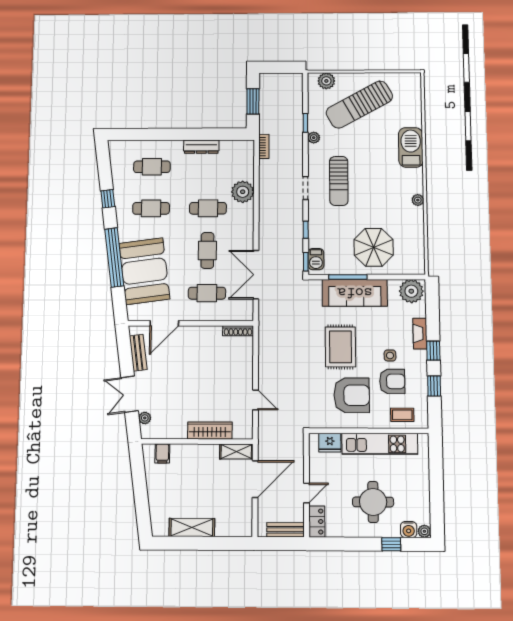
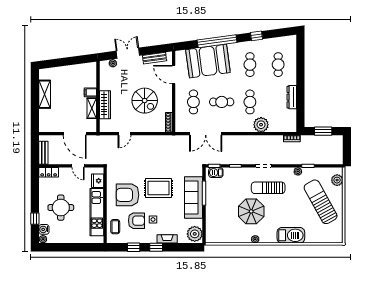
parasol: (374, 247) -> (251, 211), moved
double door: (256, 275) -> (206, 134), swing flipped
spiral stairs: (204, 368) -> (145, 101), added
armchair: (392, 381) -> (136, 221), turned -90
armchair: (352, 395) -> (128, 195), turned 90
shelving: (236, 452) -> (92, 108), moved
filing cabinet: (162, 453) -> (90, 92), moved
door: (307, 493) -> (78, 166), moved

